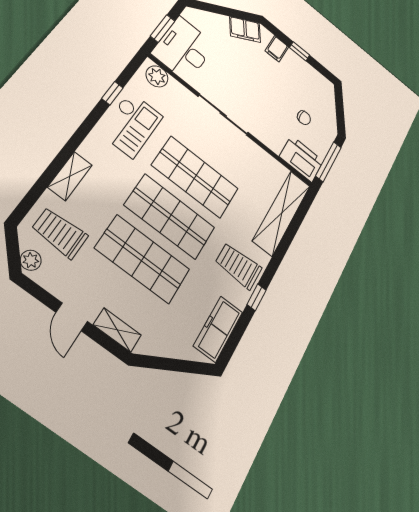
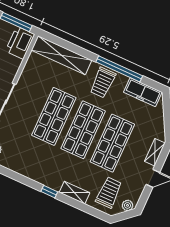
window: (112, 93) -> (49, 192), moved
checkout: (131, 124) -> (32, 161), removed
trolley: (60, 233) -> (109, 193), turned 180
window: (257, 297) -> (119, 69), width x3.17

